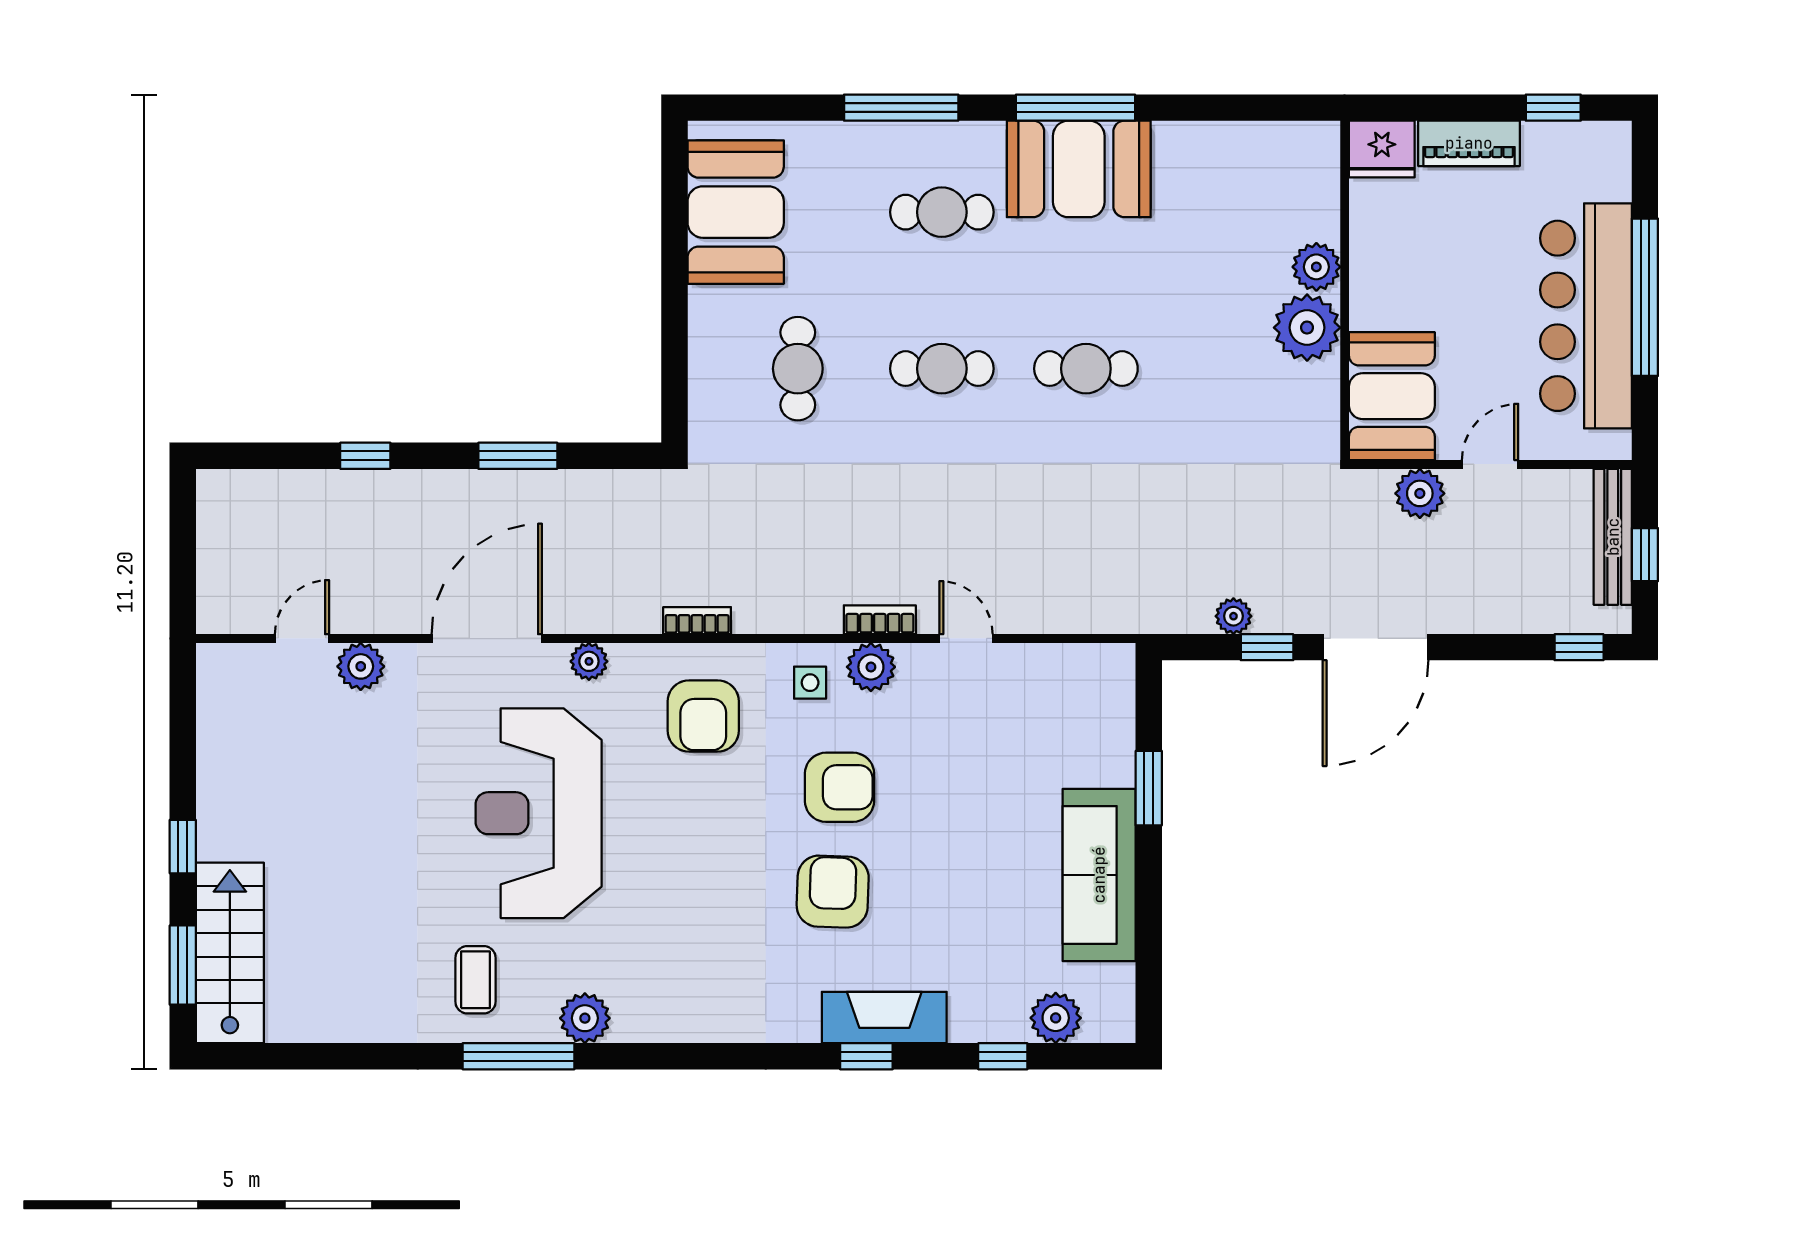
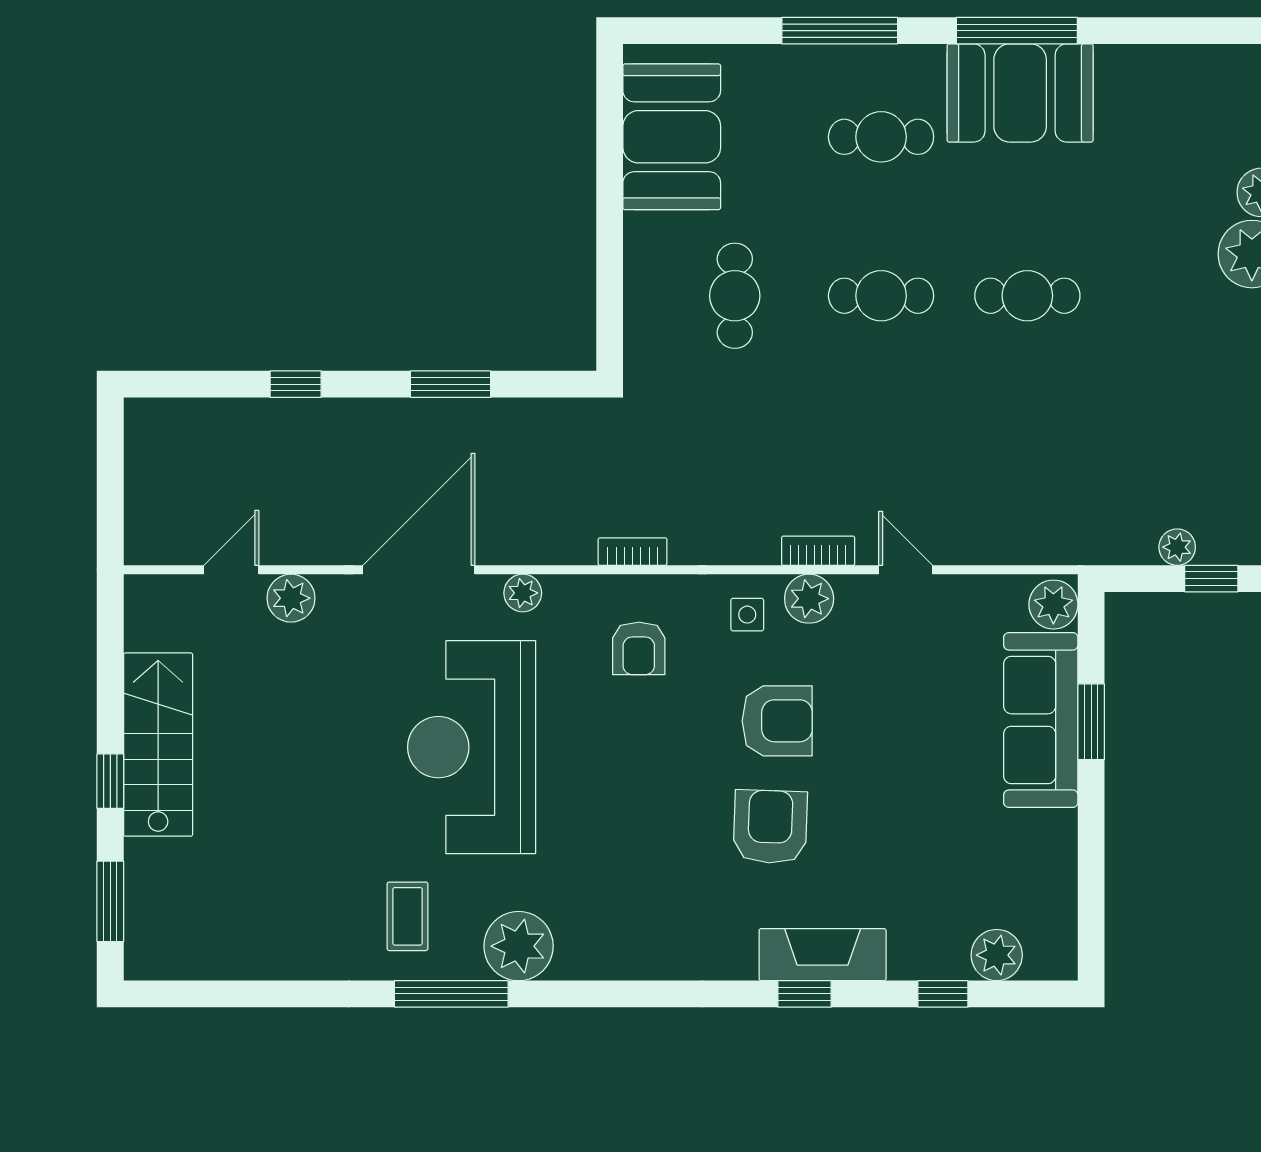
plant: (1112, 673) -> (1053, 605), added
armchair: (703, 716) -> (639, 648), width x0.72, depth x0.72
sofa: (1099, 875) -> (1041, 720), moved
stairs: (230, 953) -> (158, 745), moved
plant: (585, 1018) -> (519, 946), width x1.36, depth x1.36

